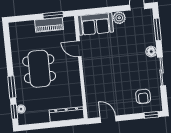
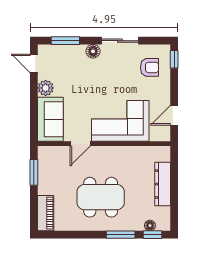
piano: (49, 25) -> (46, 213), moved
corner sofa: (100, 78) -> (120, 121), added
dresser: (67, 114) -> (163, 184), moved

